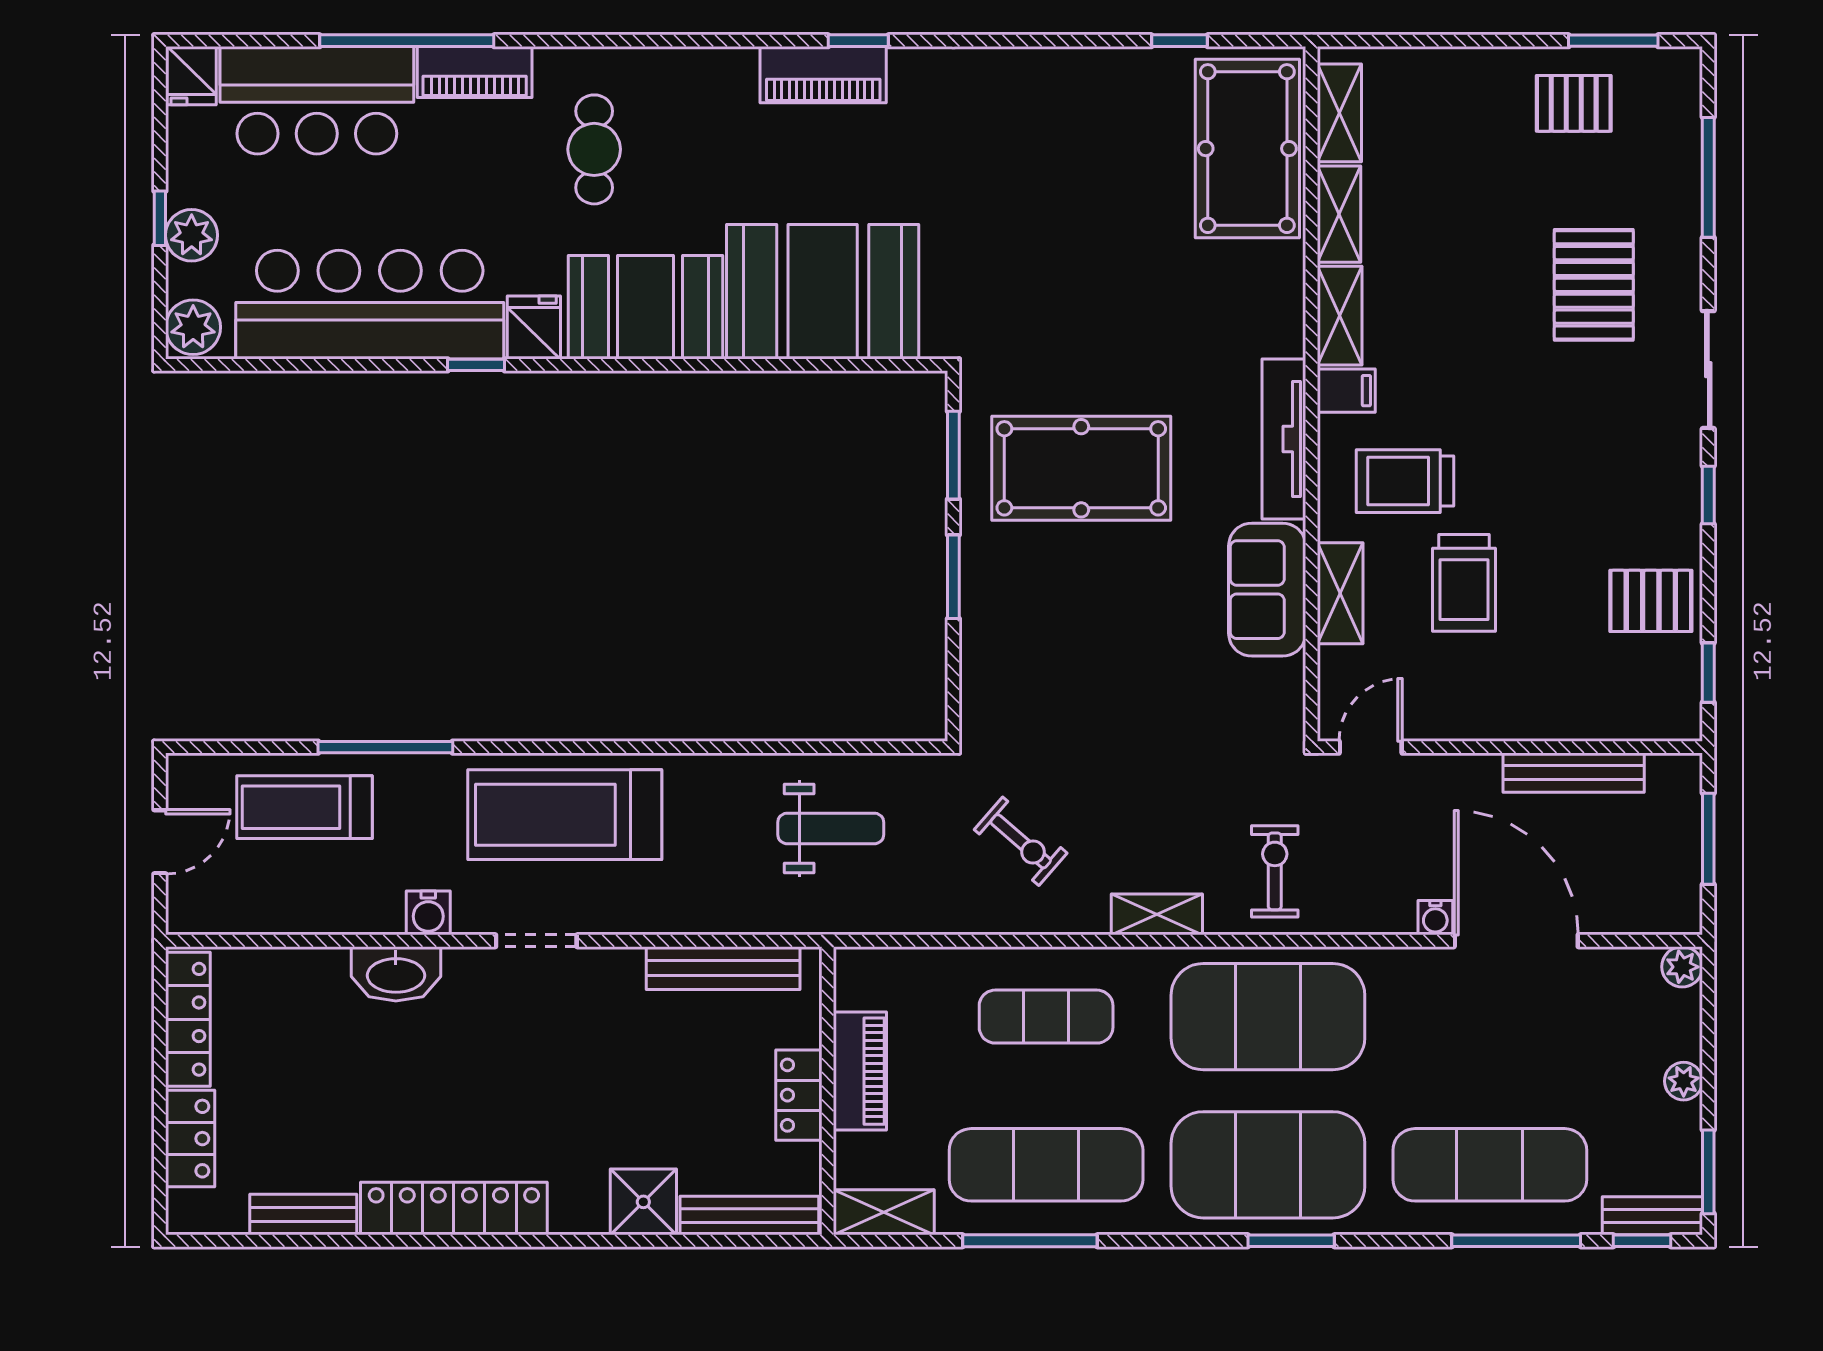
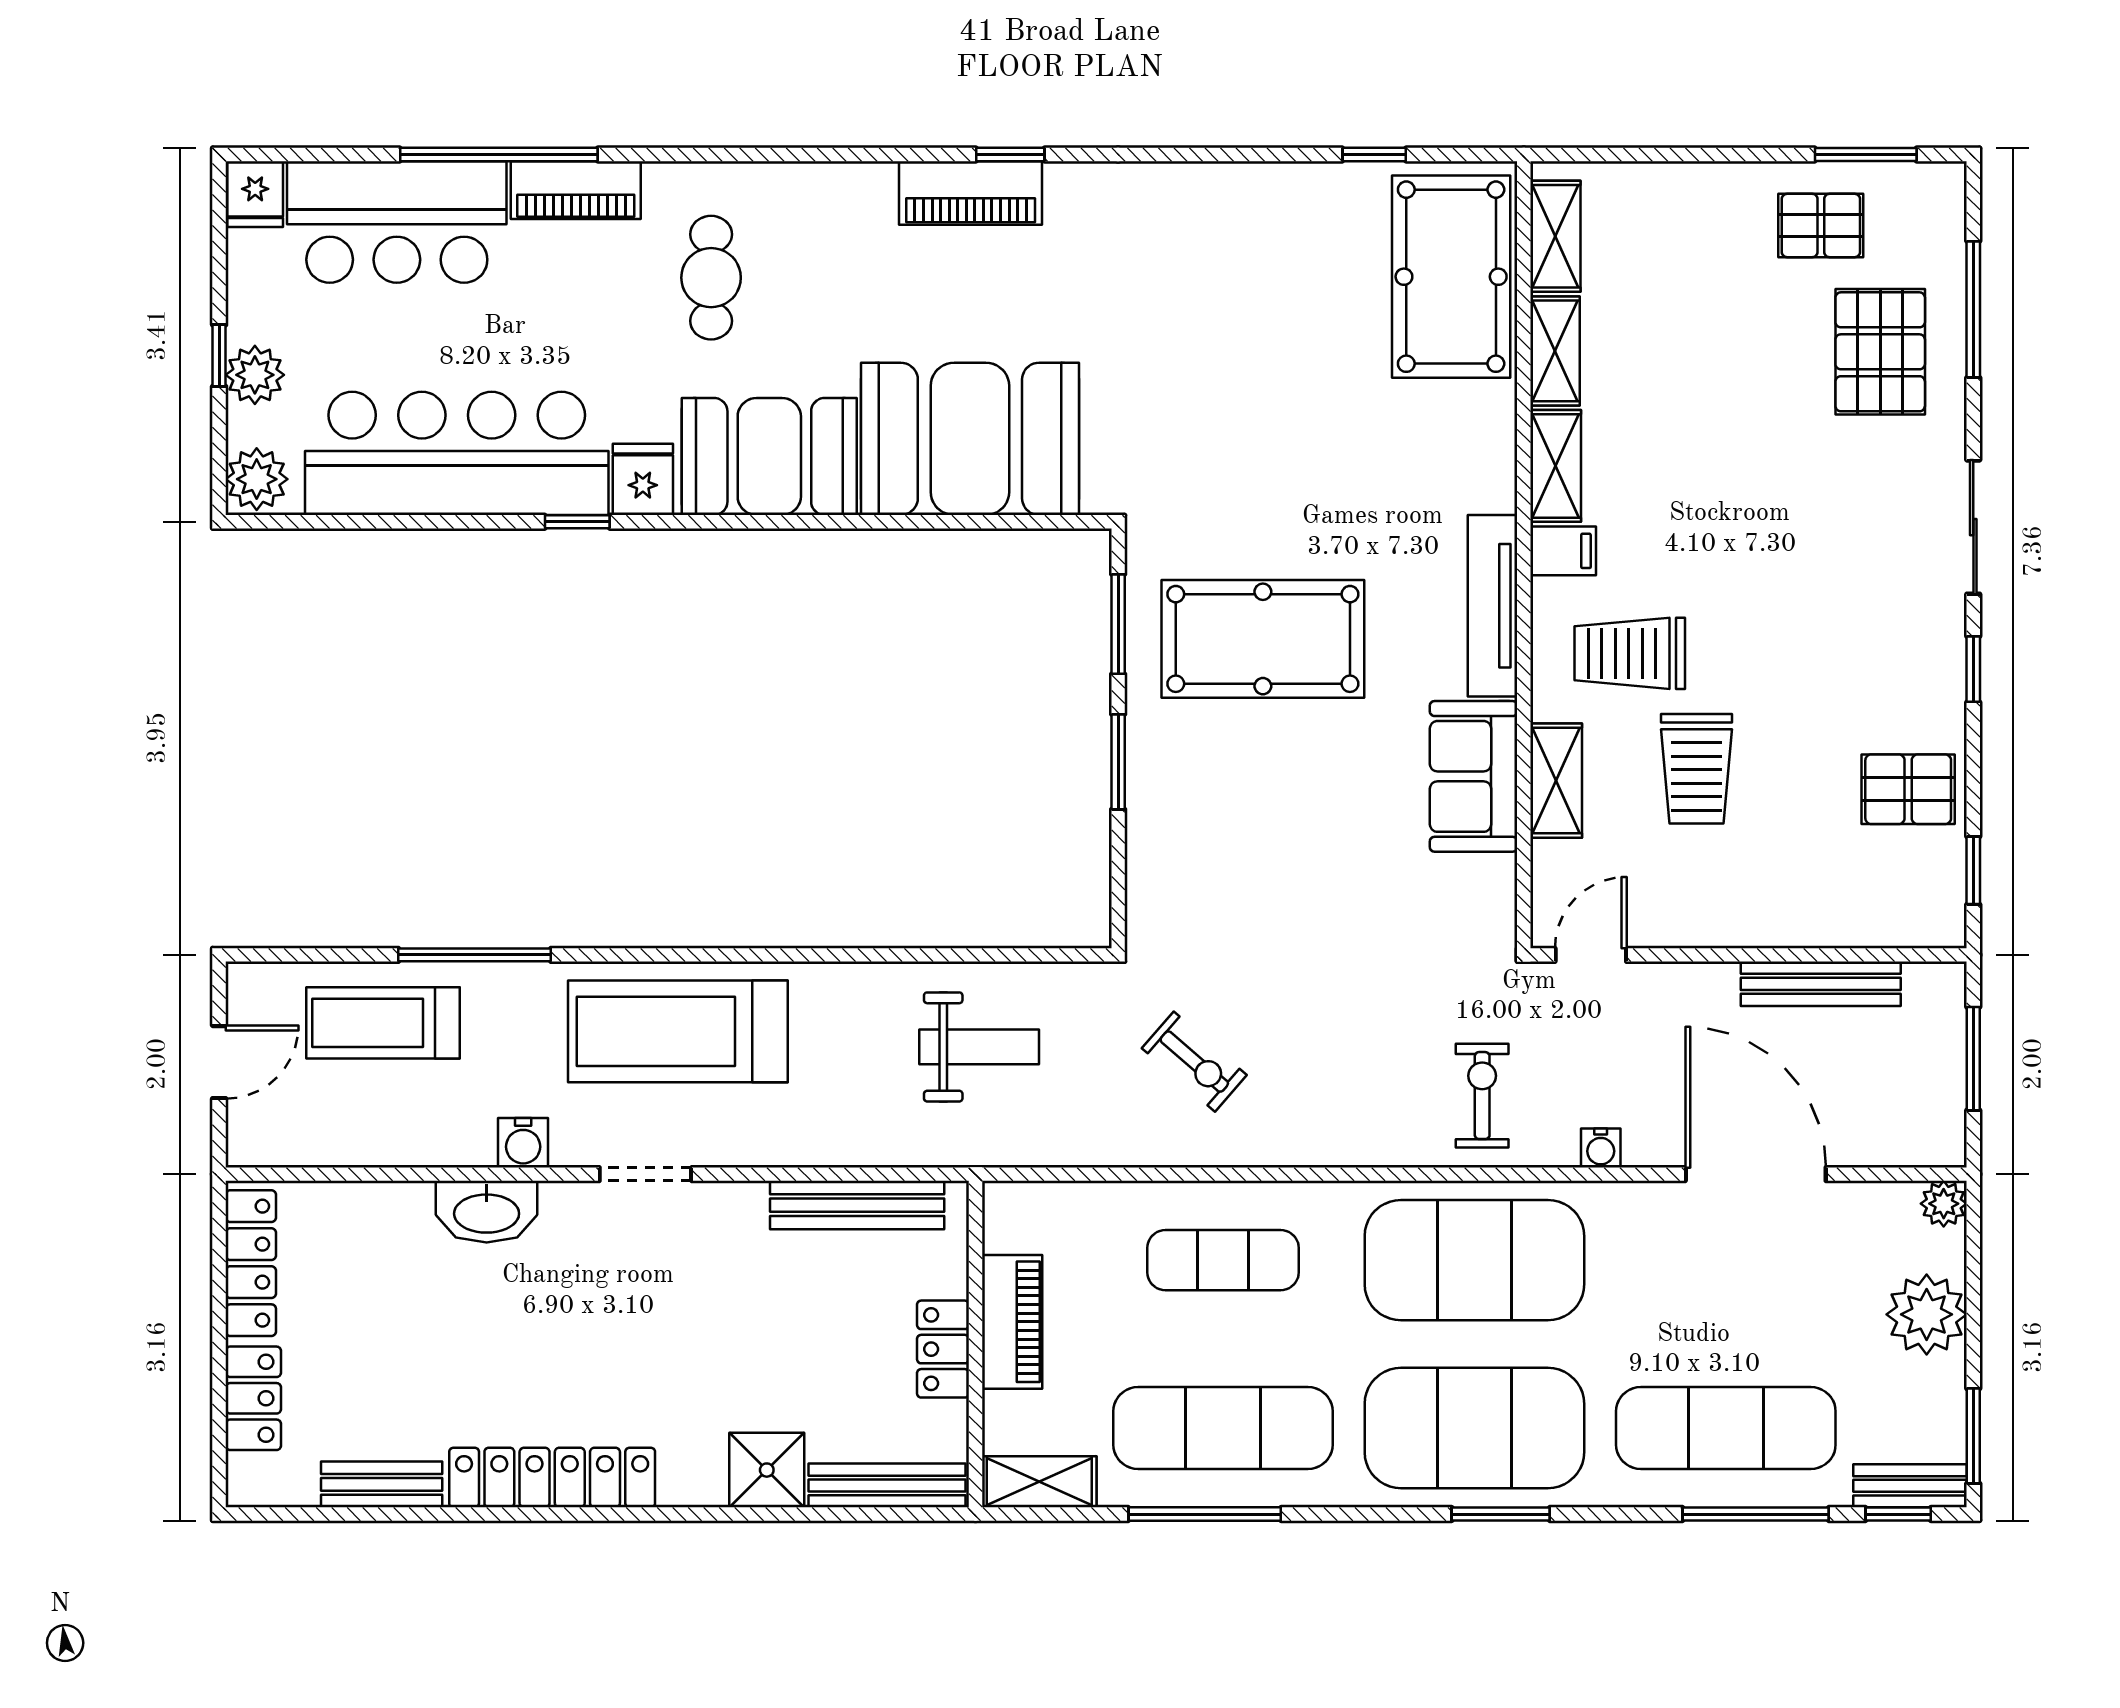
pallet: (1594, 285) -> (1880, 352), moved
shelving: (1157, 914) -> (1349, 1144), removed
water cooler: (1435, 918) -> (1601, 1148), moved
plant: (1684, 1081) -> (1927, 1314), width x1.87, depth x1.87

